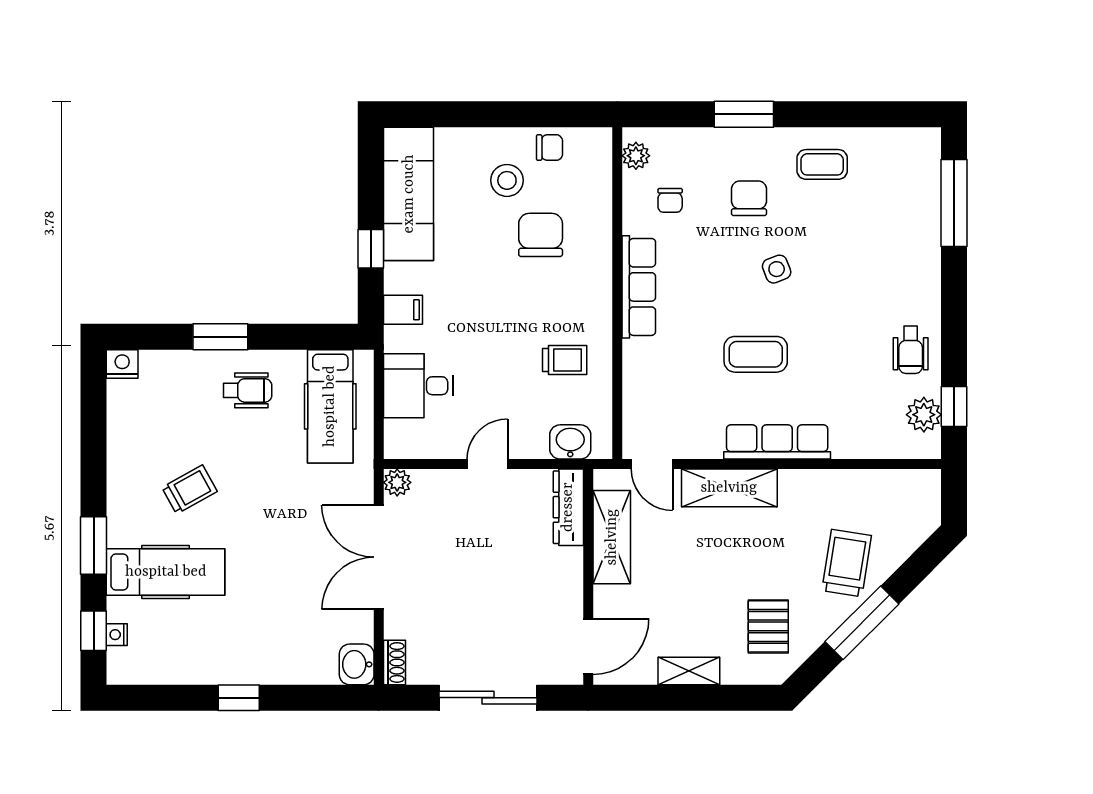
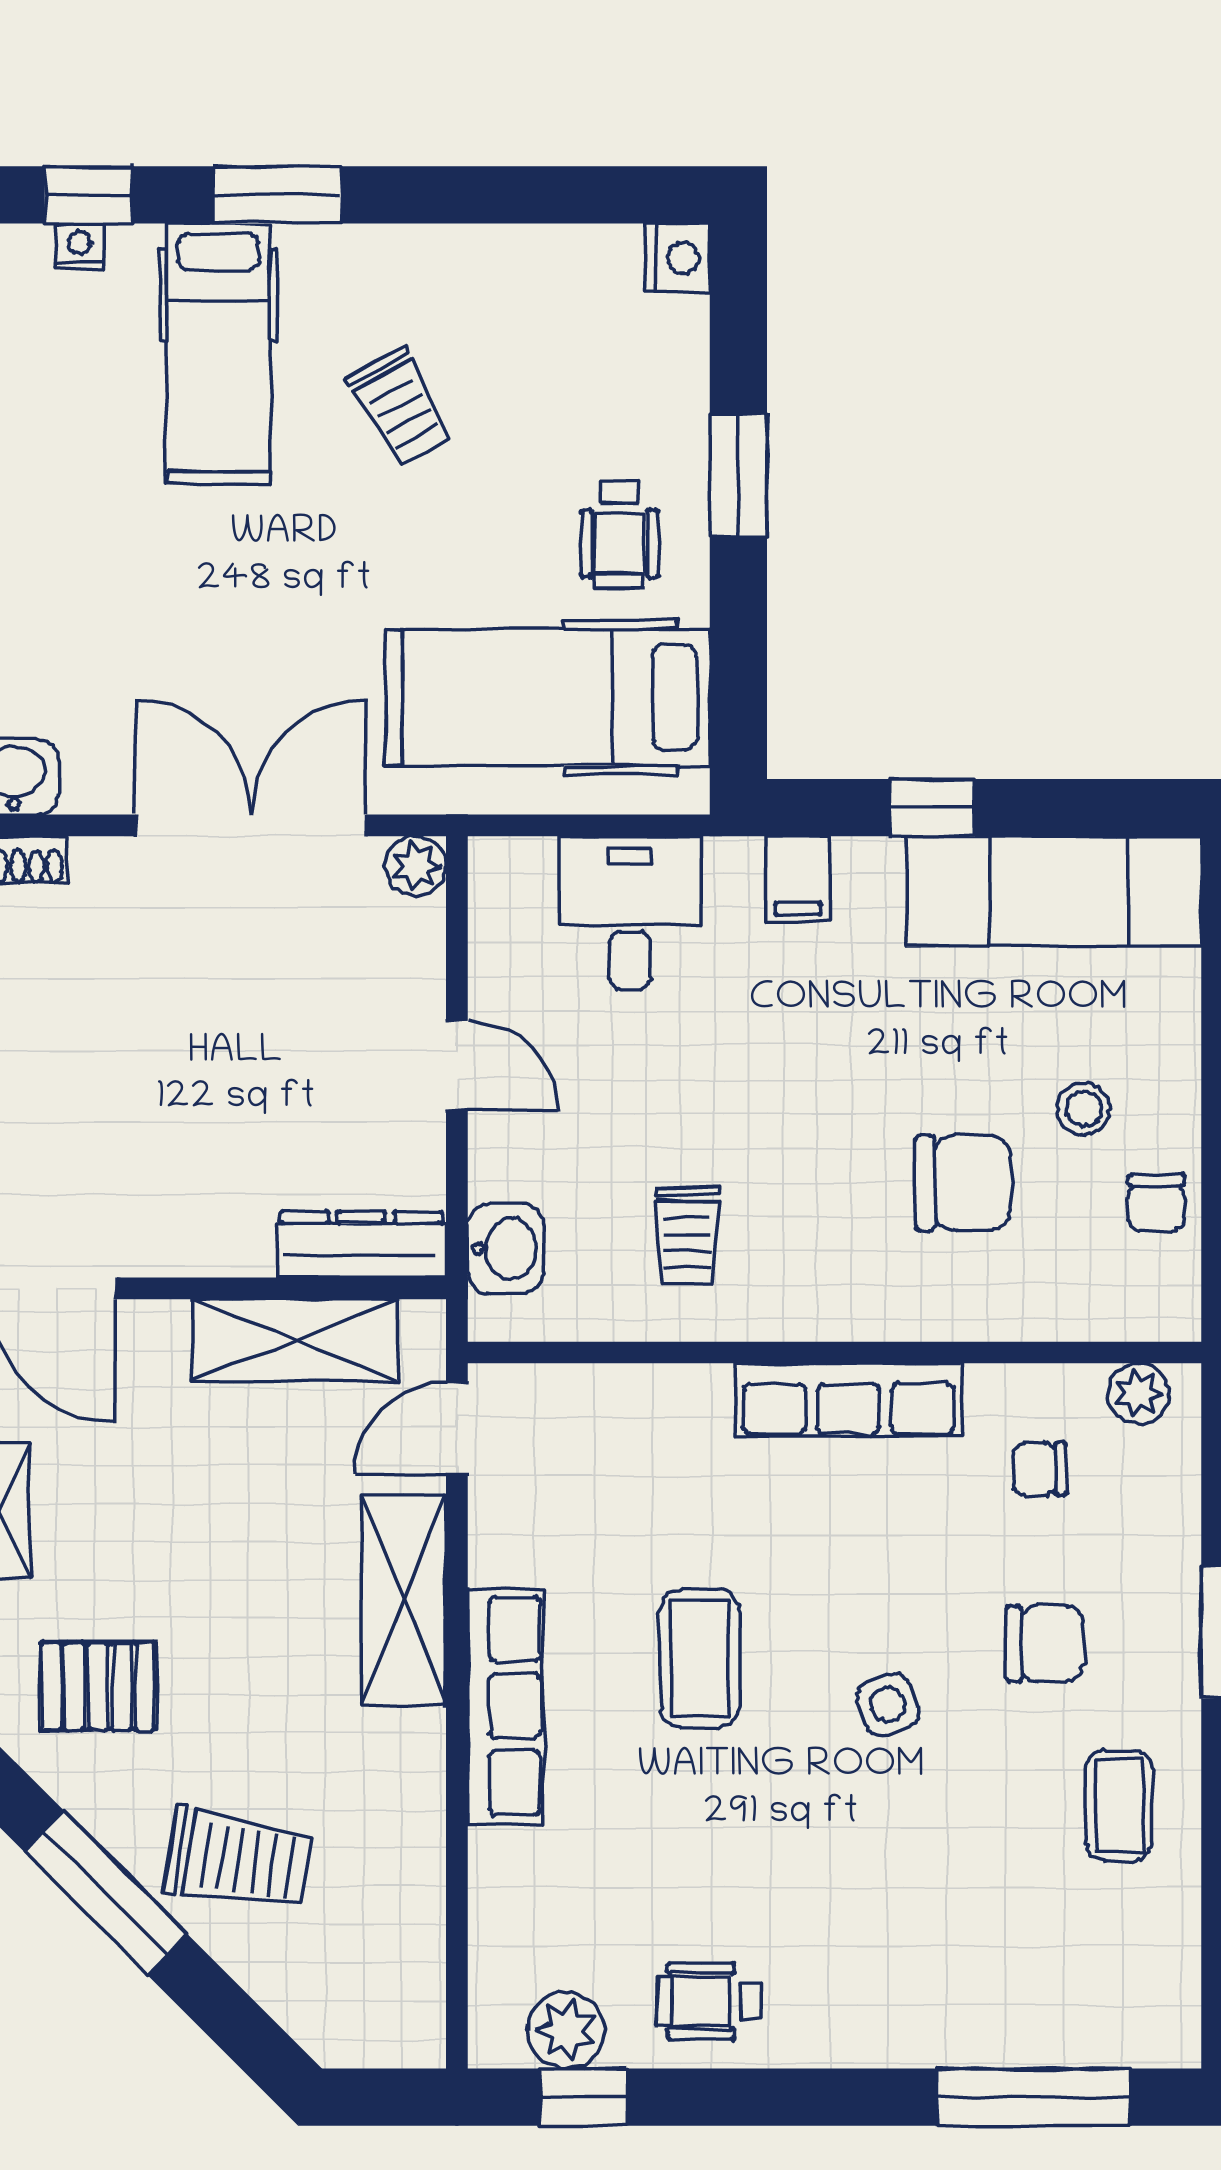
stool: (507, 180) -> (1084, 1109), width x0.73, depth x0.73
hospital bed: (330, 406) -> (548, 697), width x1.37, depth x1.29

